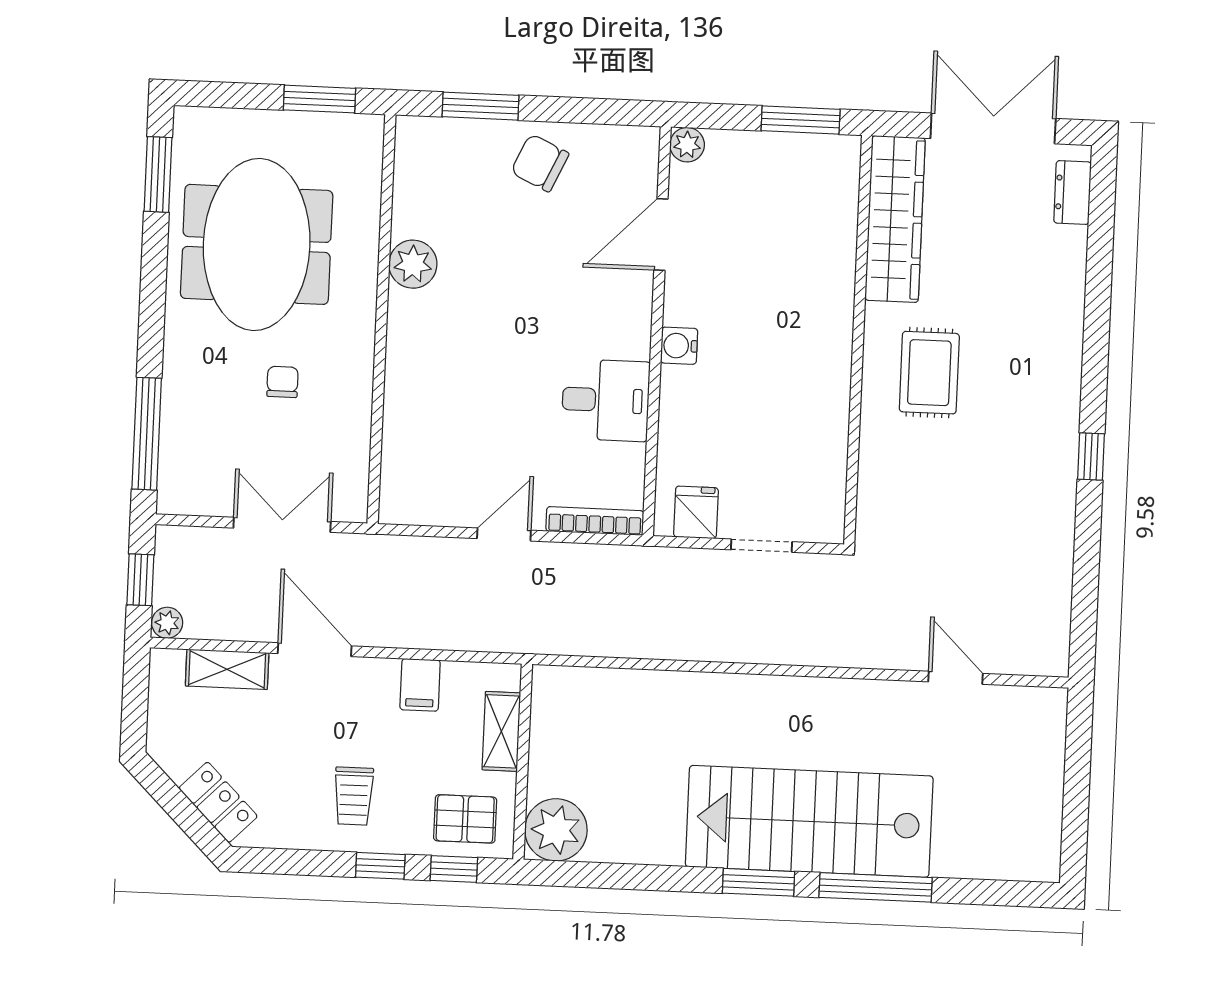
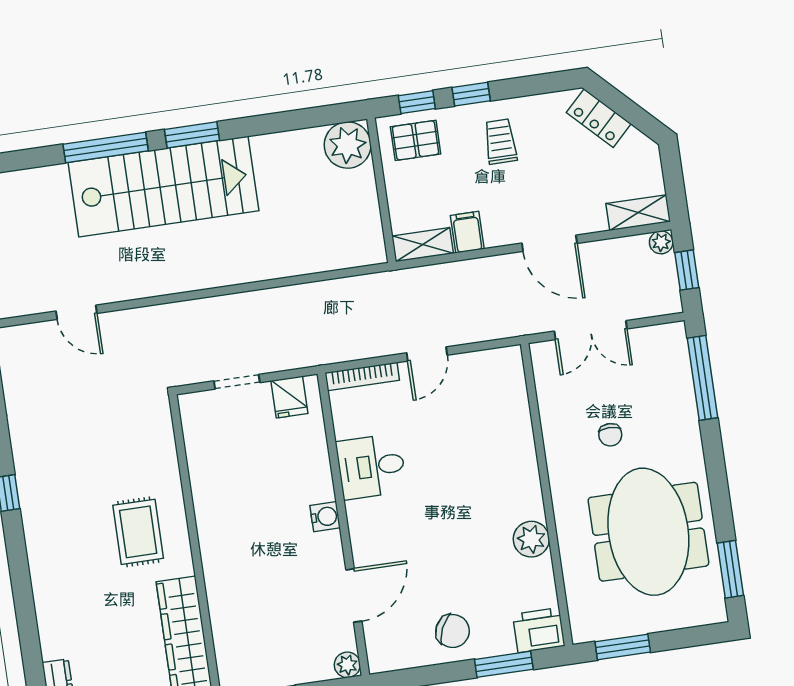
printer: (426, 142) -> (539, 630), added
shelving: (227, 669) -> (638, 213), moved
shelving: (501, 731) -> (423, 245), moved, turned 90

